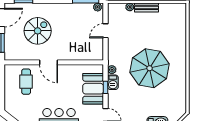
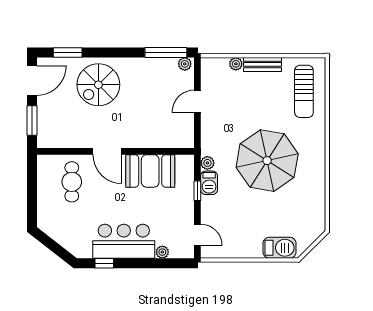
sun lounger: (173, 24) -> (304, 91), added
spiral stairs: (38, 31) -> (98, 85), moved, turned 180
booth: (93, 89) -> (150, 171), moved, turned 90

